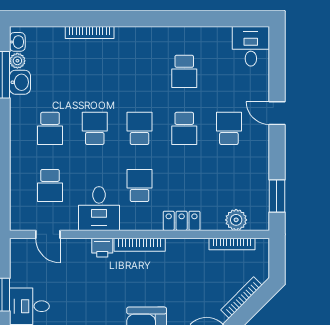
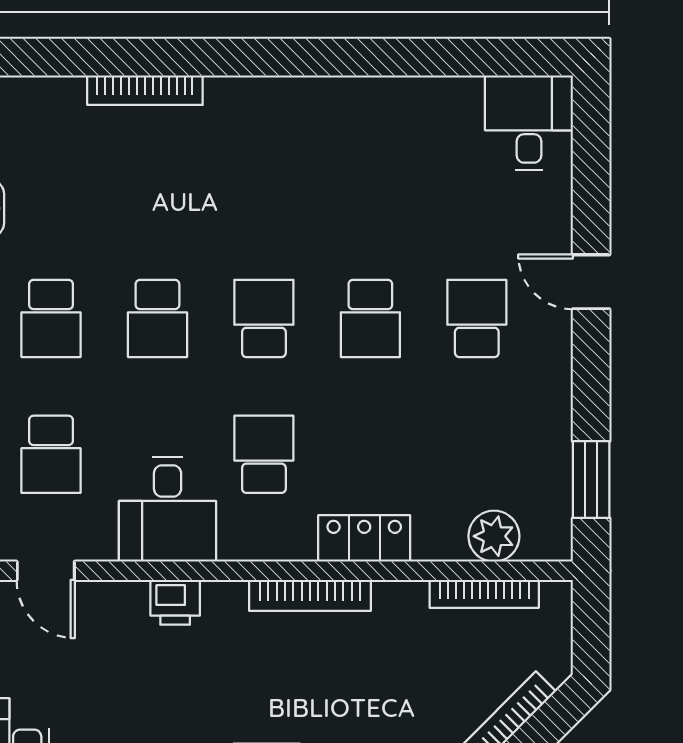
school desk: (184, 71) -> (370, 183), removed
school desk: (95, 128) -> (157, 318), turned 180
bookcase: (140, 245) -> (310, 595), moved

